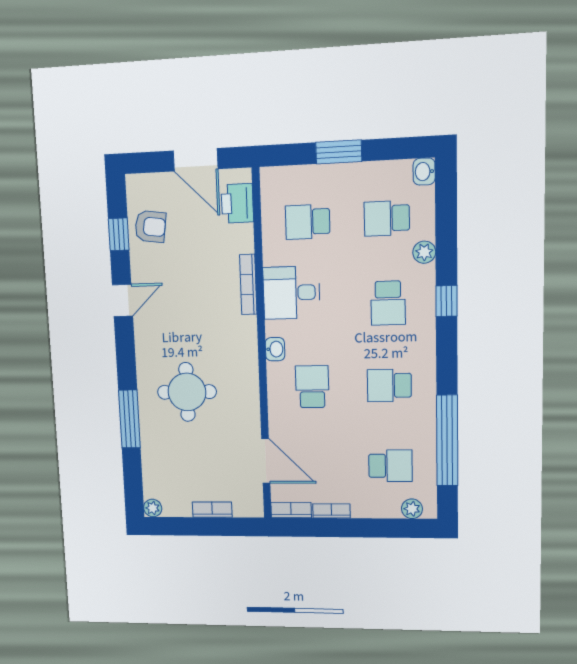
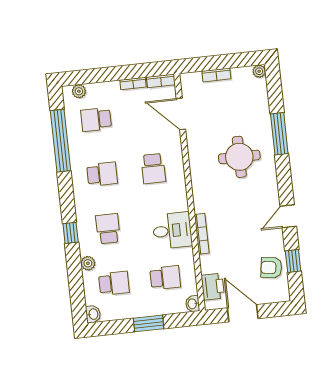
washbasin: (275, 349) -> (193, 304), moved

